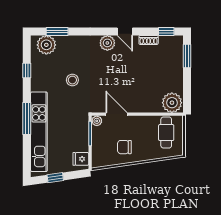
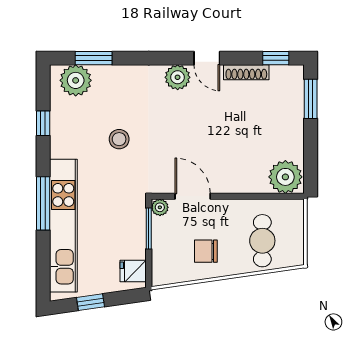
shoe rack: (149, 40) -> (246, 72), width x1.43
cafe table: (166, 133) -> (262, 241), moved

